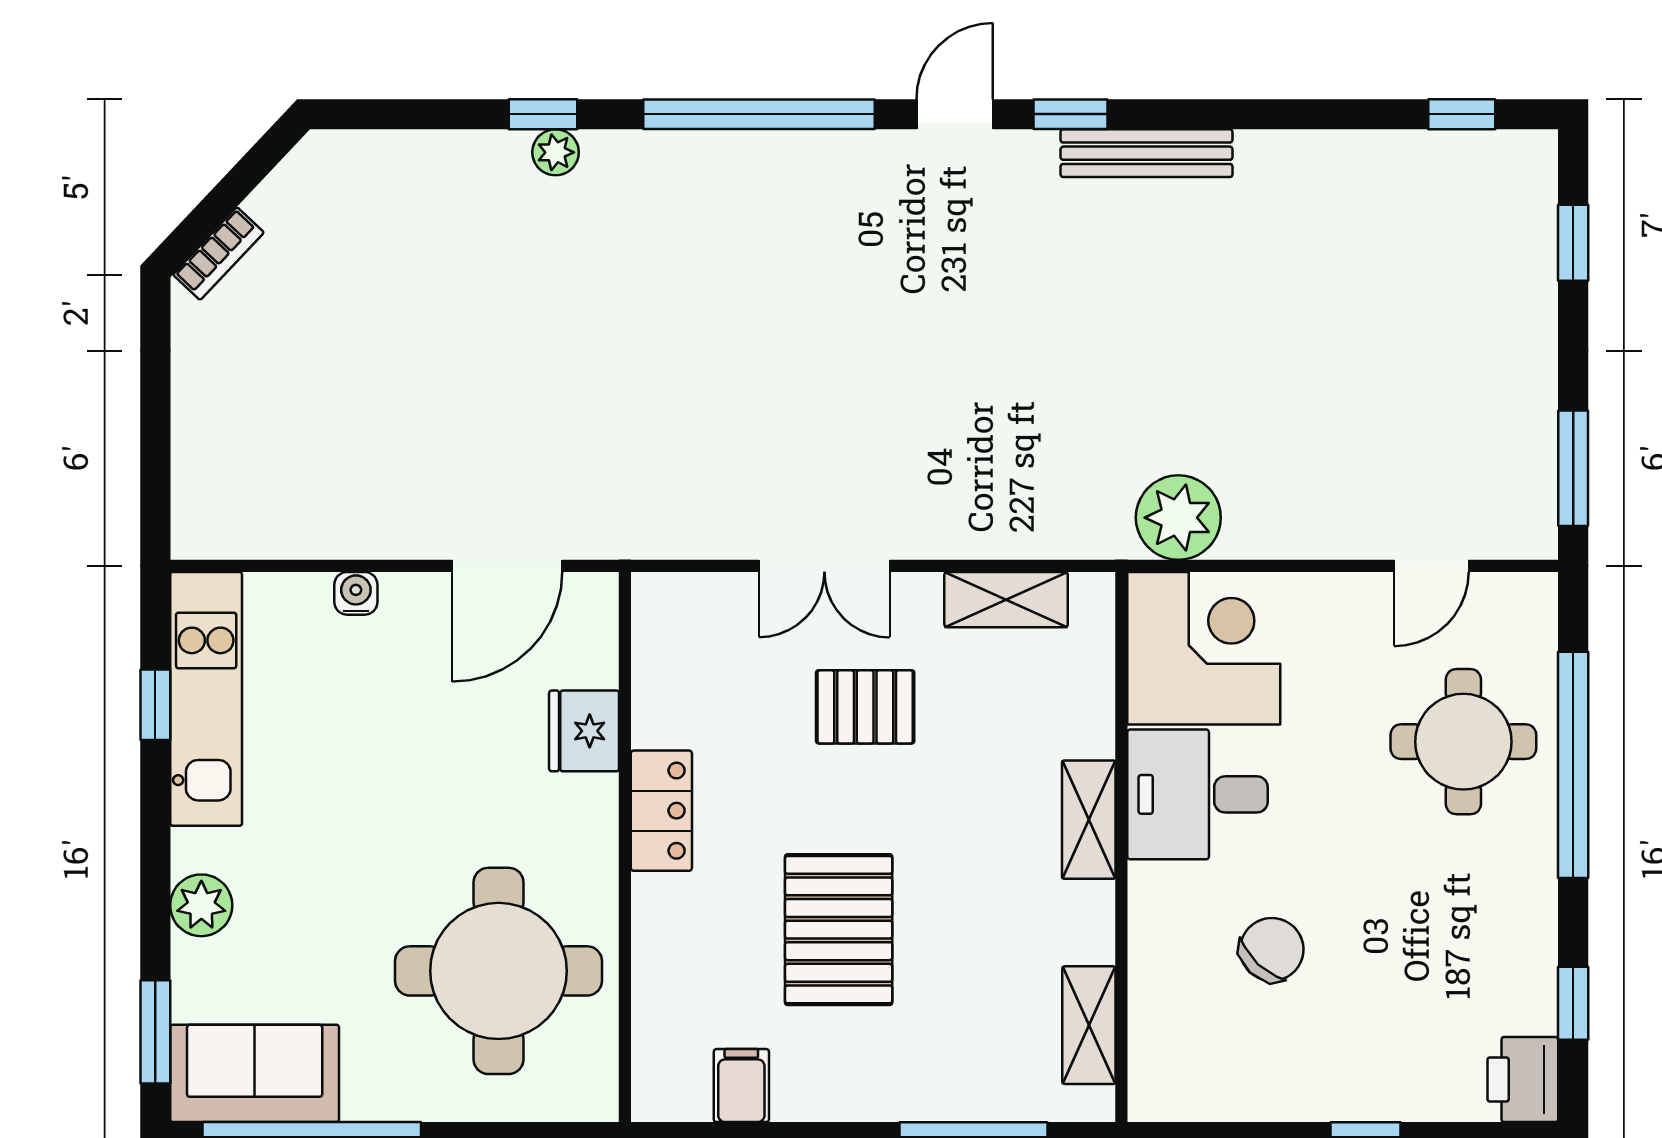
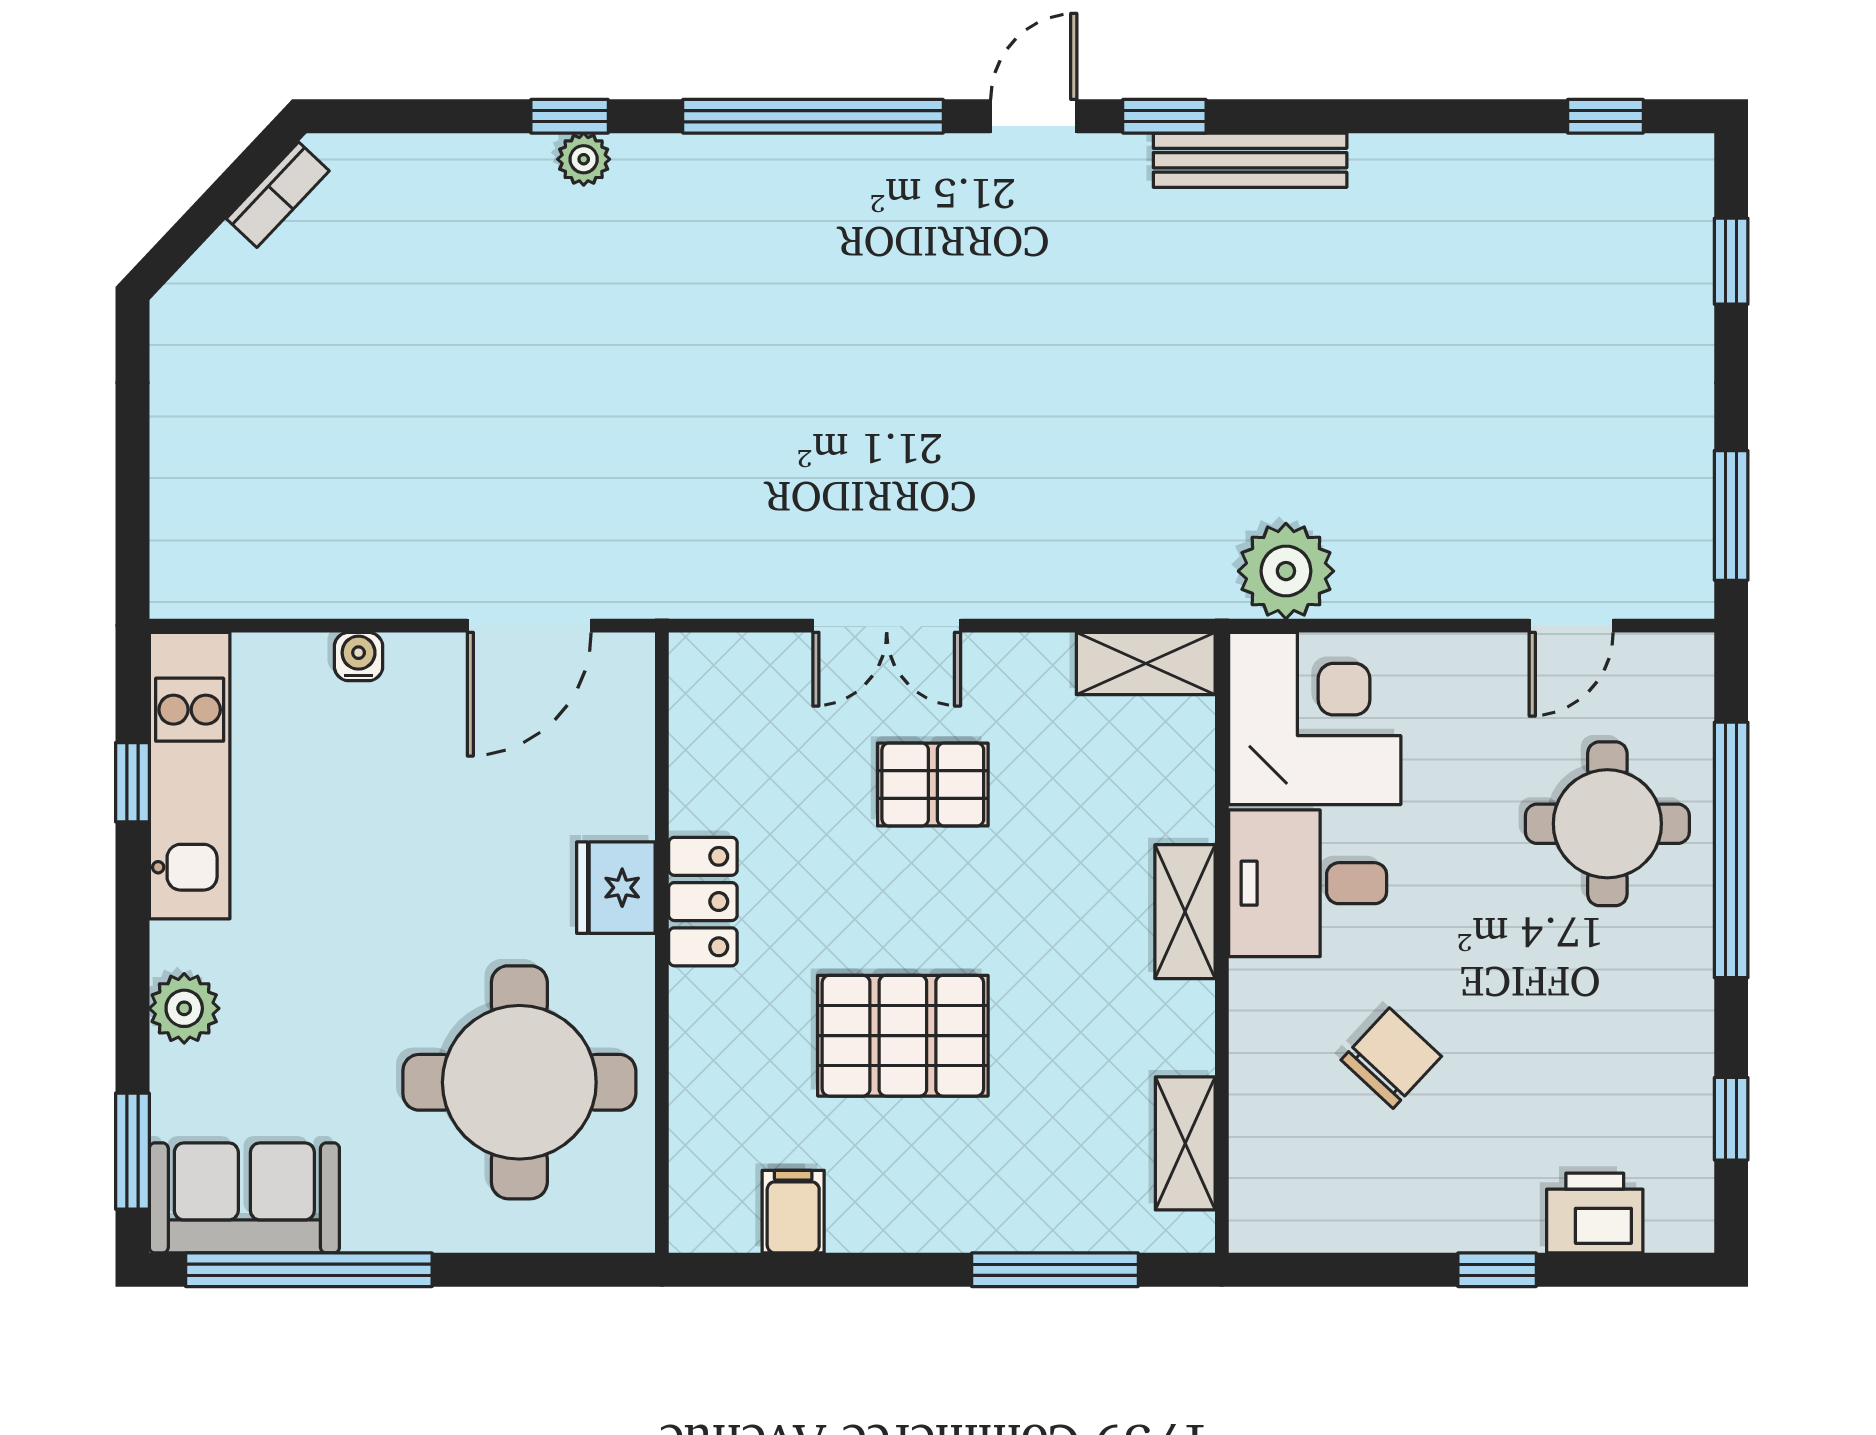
bookcase: (219, 254) -> (278, 195), moved
shelving: (1006, 600) -> (1146, 664), moved
fridge: (584, 731) -> (616, 888), moved
pallet: (839, 930) -> (903, 1036), turned 90
printer: (1523, 1080) -> (1595, 1213), moved, turned 90

